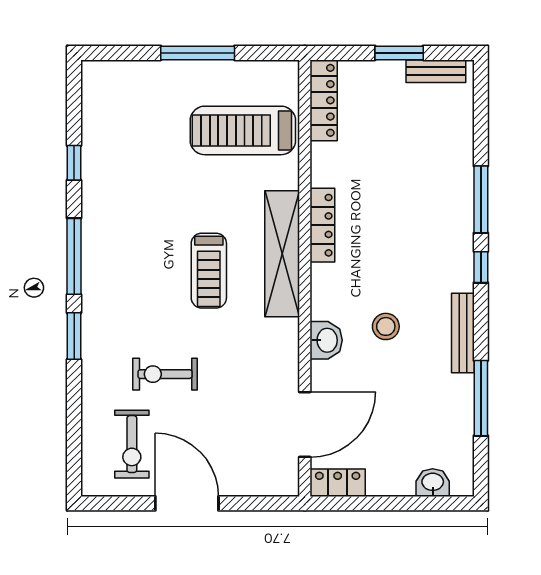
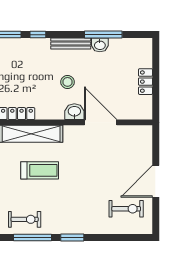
exercise bike: (165, 374) -> (25, 219), moved, turned -90
door: (305, 425) -> (101, 122), moved
locker: (338, 483) -> (146, 82), moved
washbasin: (433, 483) -> (100, 45), moved, turned -90

